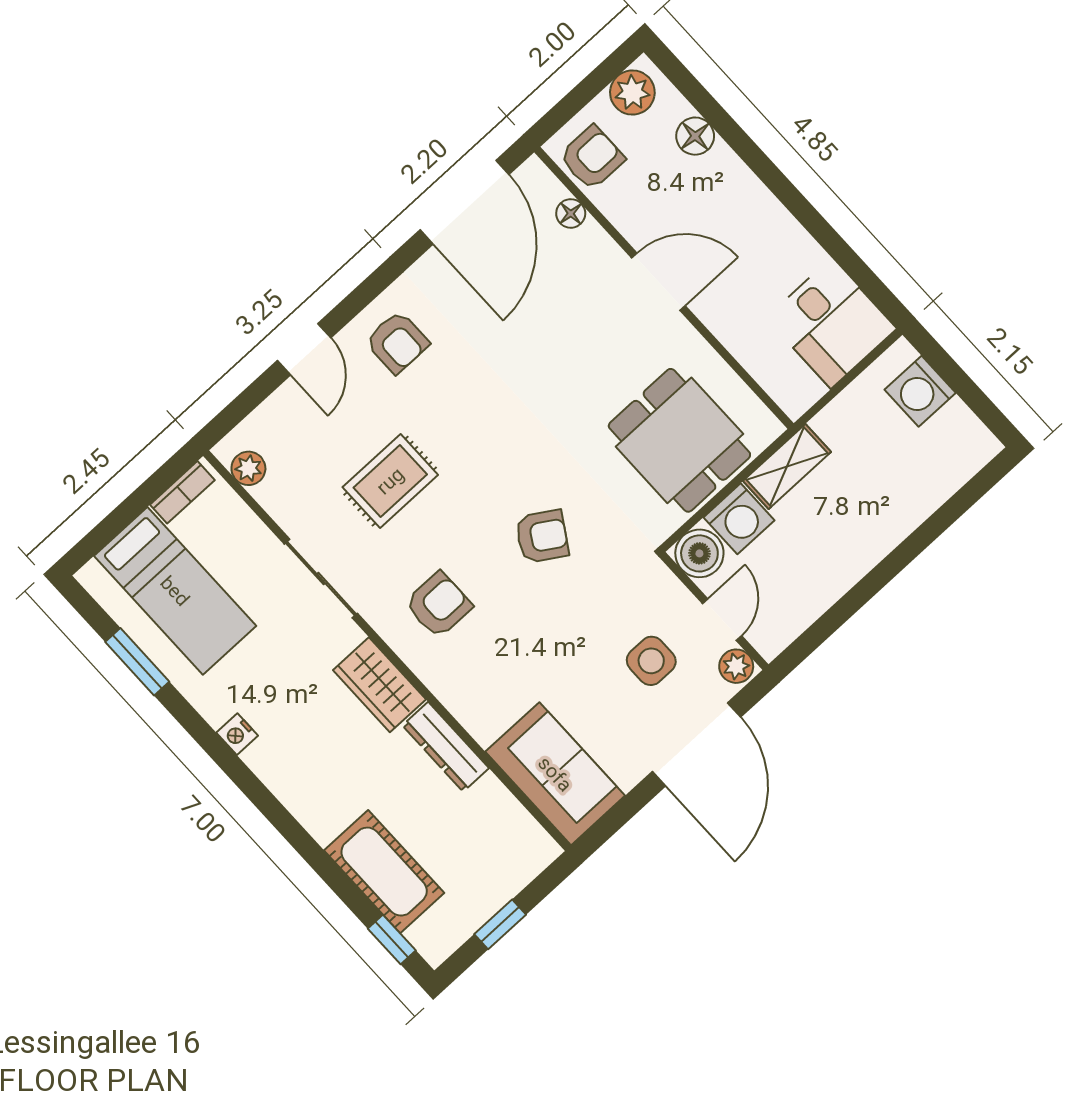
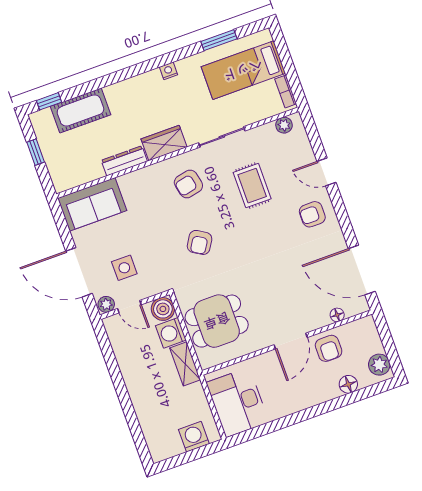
armchair: (592, 158) -> (329, 348), moved
desk: (831, 323) -> (238, 402), width x1.37
armchair: (439, 605) -> (188, 184), turned 78

